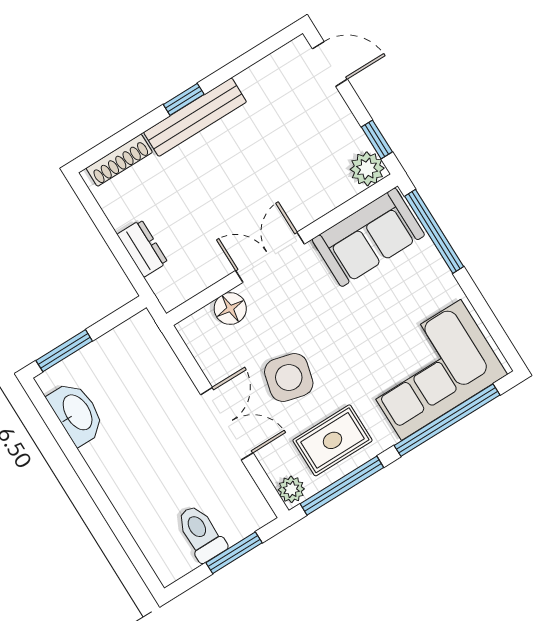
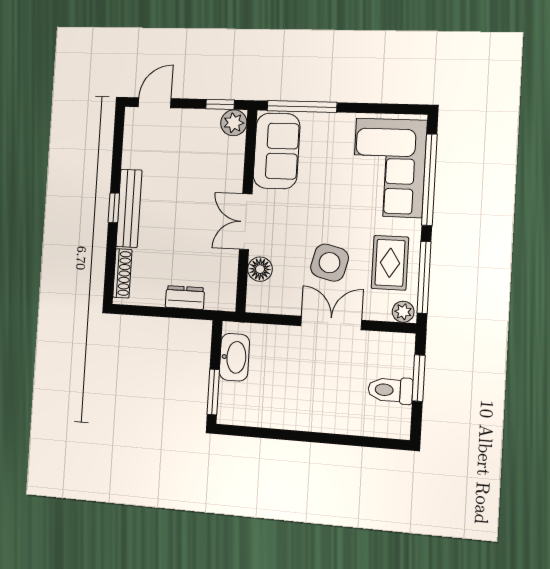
washbasin: (77, 413) -> (234, 357), moved, turned 90

